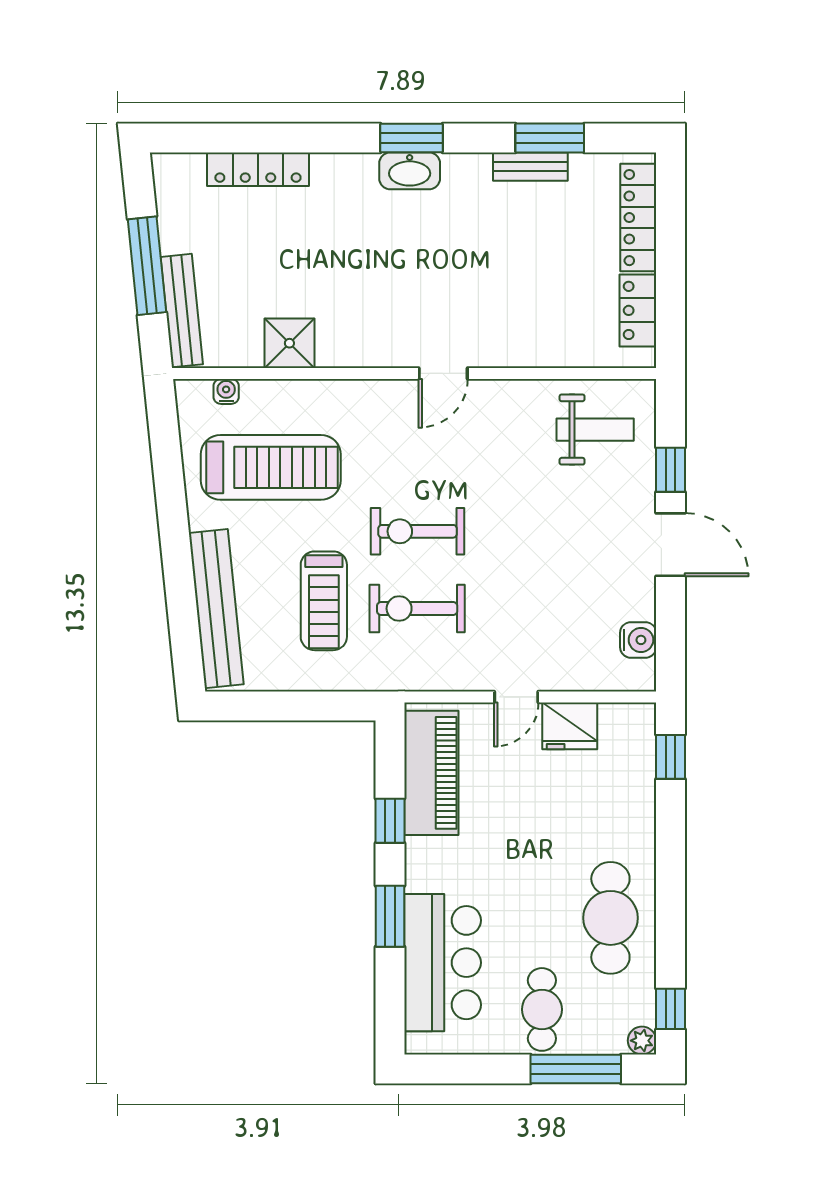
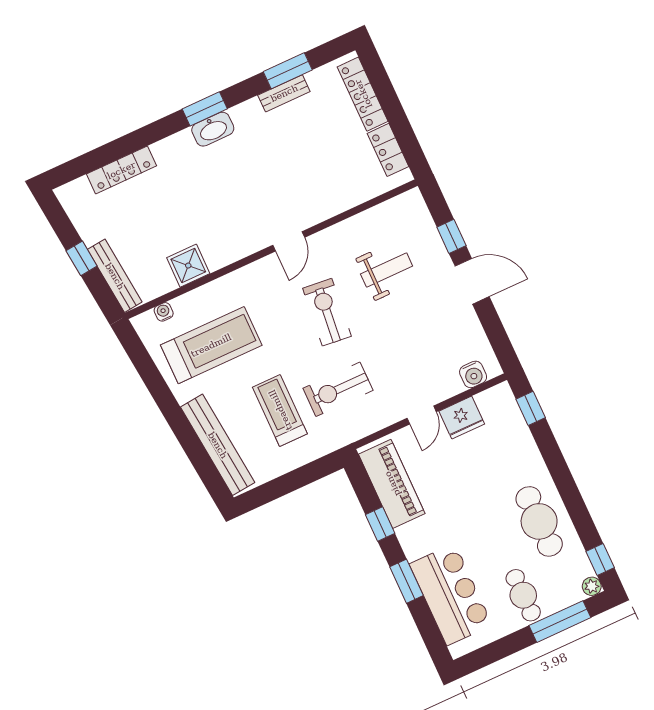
window: (147, 266) -> (82, 258), width x0.46
weight bench: (595, 430) -> (387, 270), moved
exercise bike: (418, 531) -> (327, 312), moved, turned 96
treadmill: (324, 601) -> (280, 410), turned 180
water cooler: (638, 640) -> (473, 374), moved, turned 90

